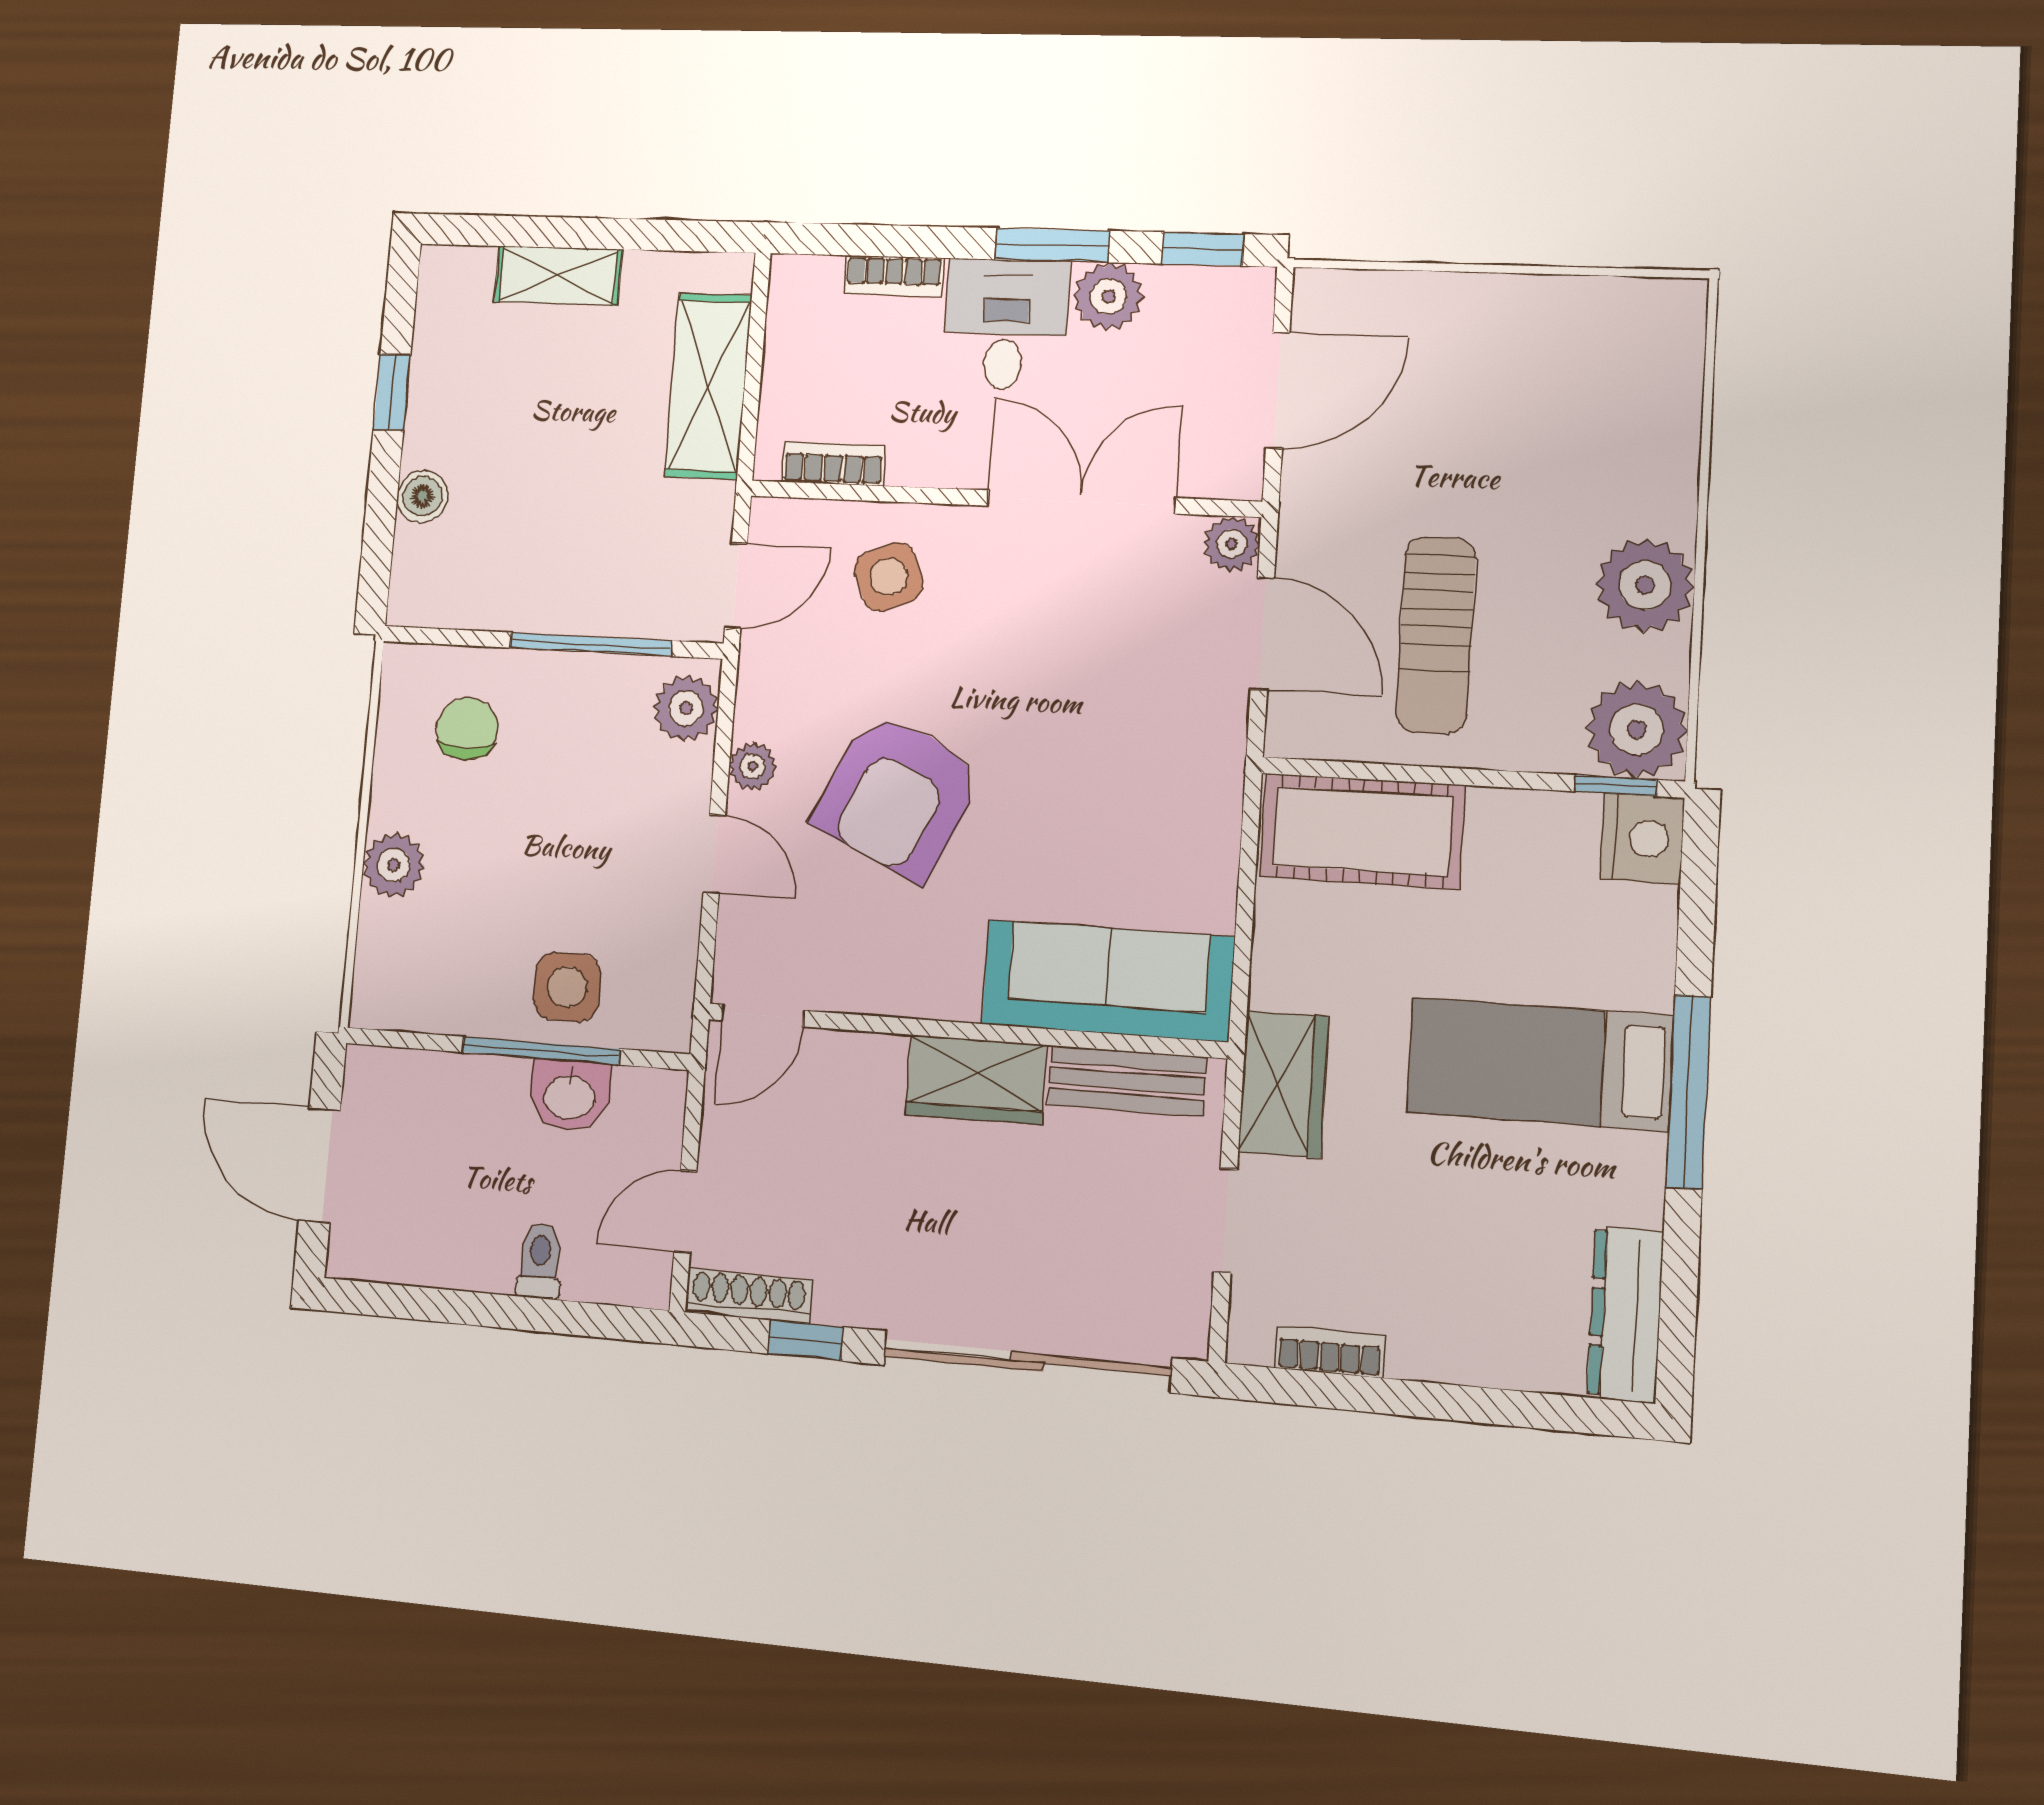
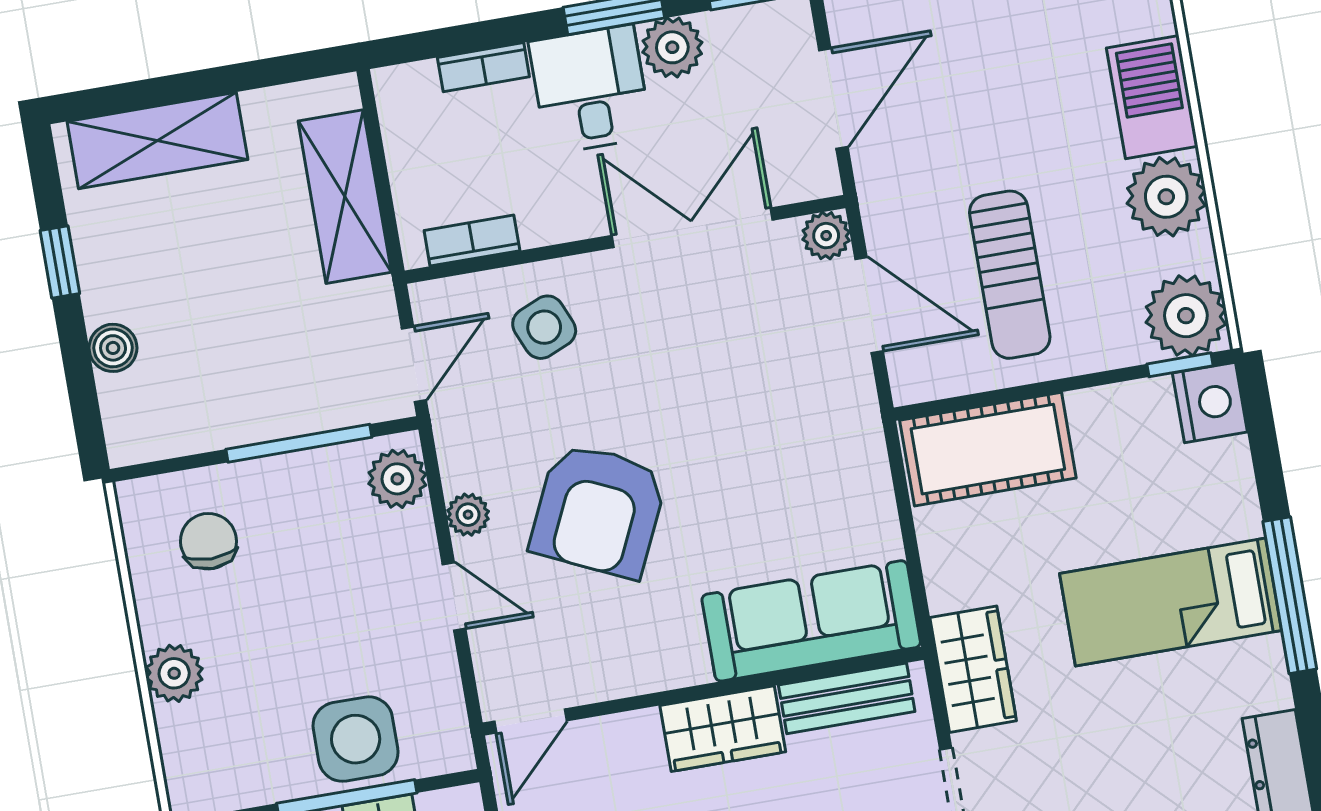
shelving: (558, 276) -> (157, 141), width x1.50, depth x1.33
barbecue: (1655, 466) -> (1152, 97), added
side table: (567, 987) -> (356, 739), width x1.37, depth x1.37

